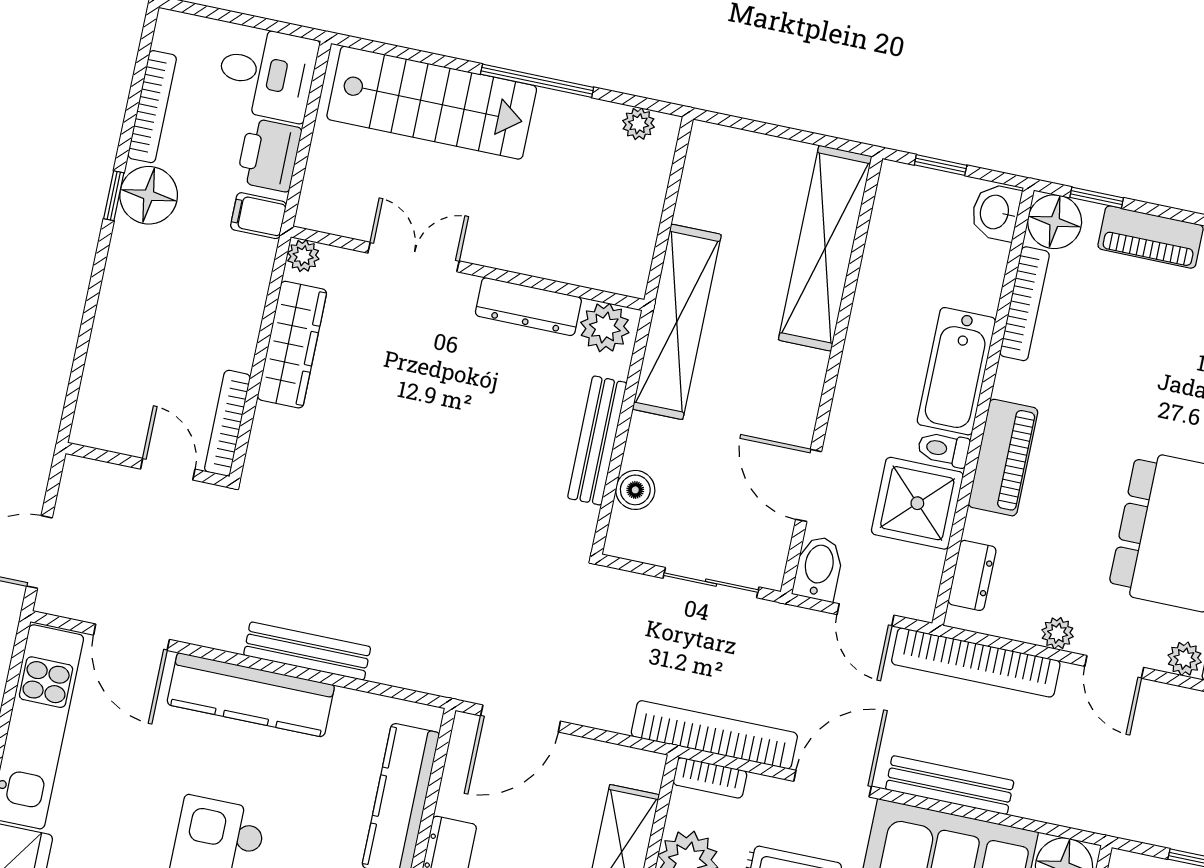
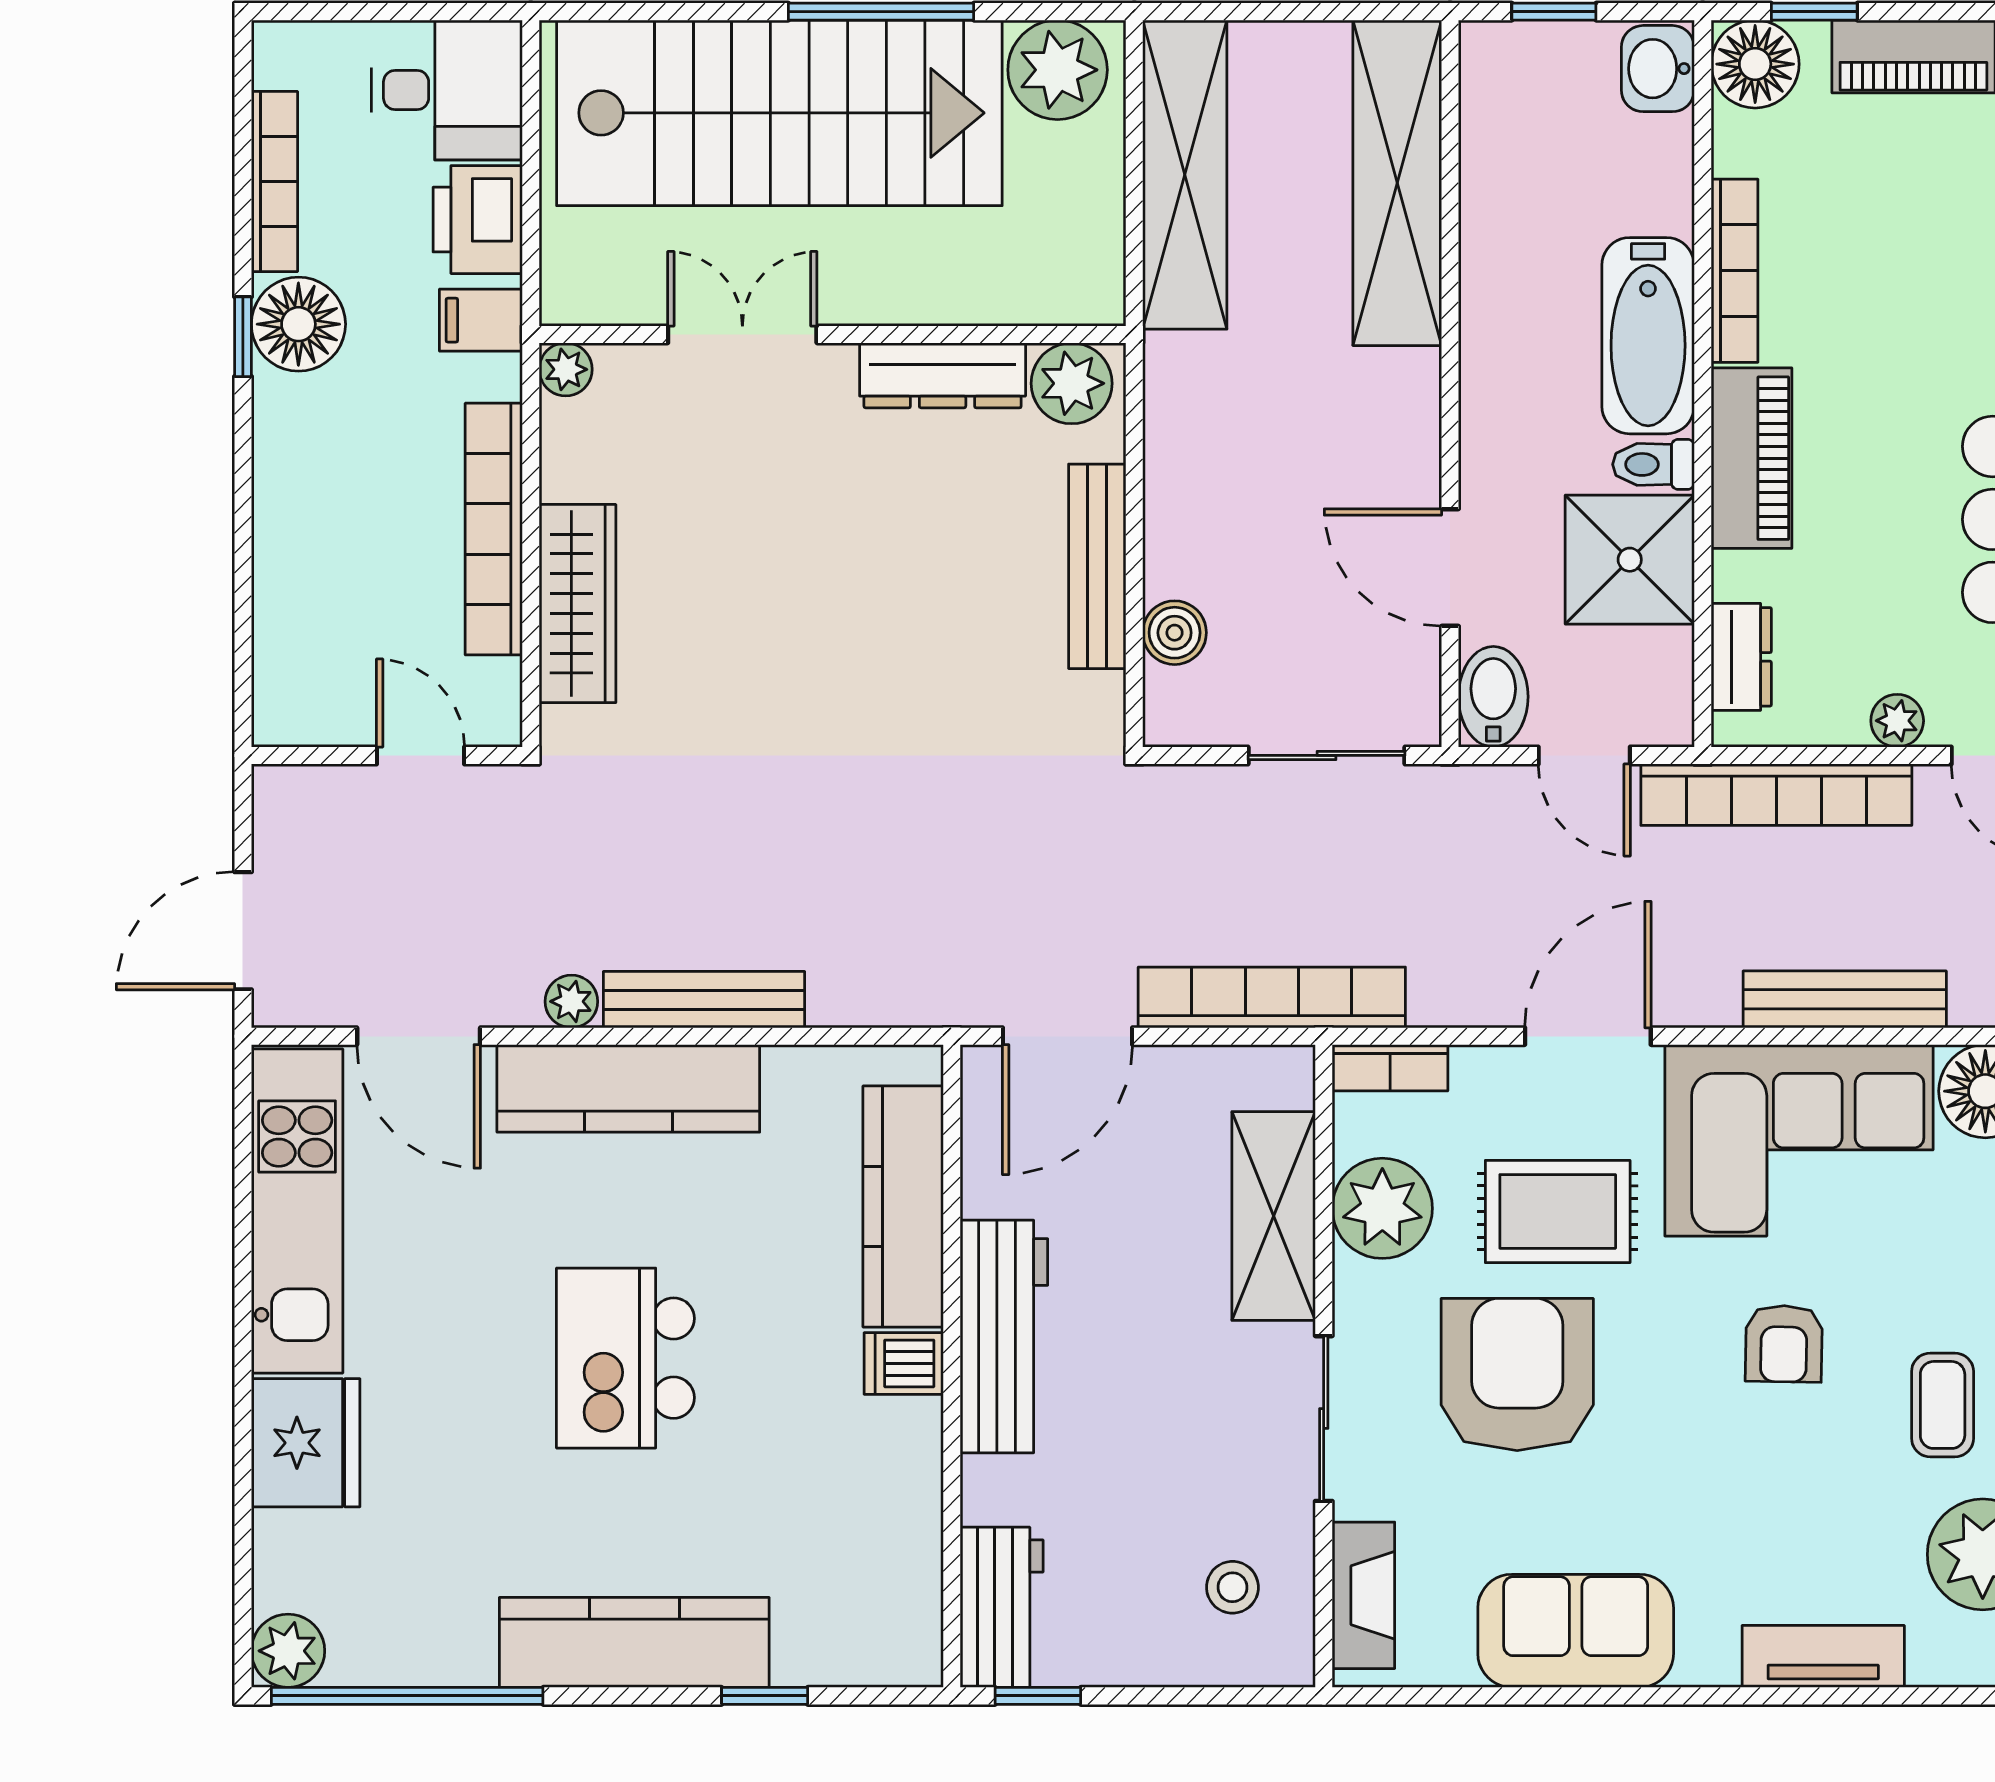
stairs: (432, 103) -> (779, 113), width x1.36, depth x1.51
plant: (639, 124) -> (1058, 70), width x1.88, depth x1.88
bookcase: (1025, 304) -> (1735, 271), moved
shelving: (677, 322) -> (1185, 175), moved
wardrobe: (292, 345) -> (577, 604), moved
bookcase: (227, 423) -> (494, 529), moved, width x1.48, depth x1.31
plant: (227, 636) -> (571, 1001), added
bookcase: (714, 735) -> (1272, 997), moved
bench: (950, 785) -> (1845, 999), moved

